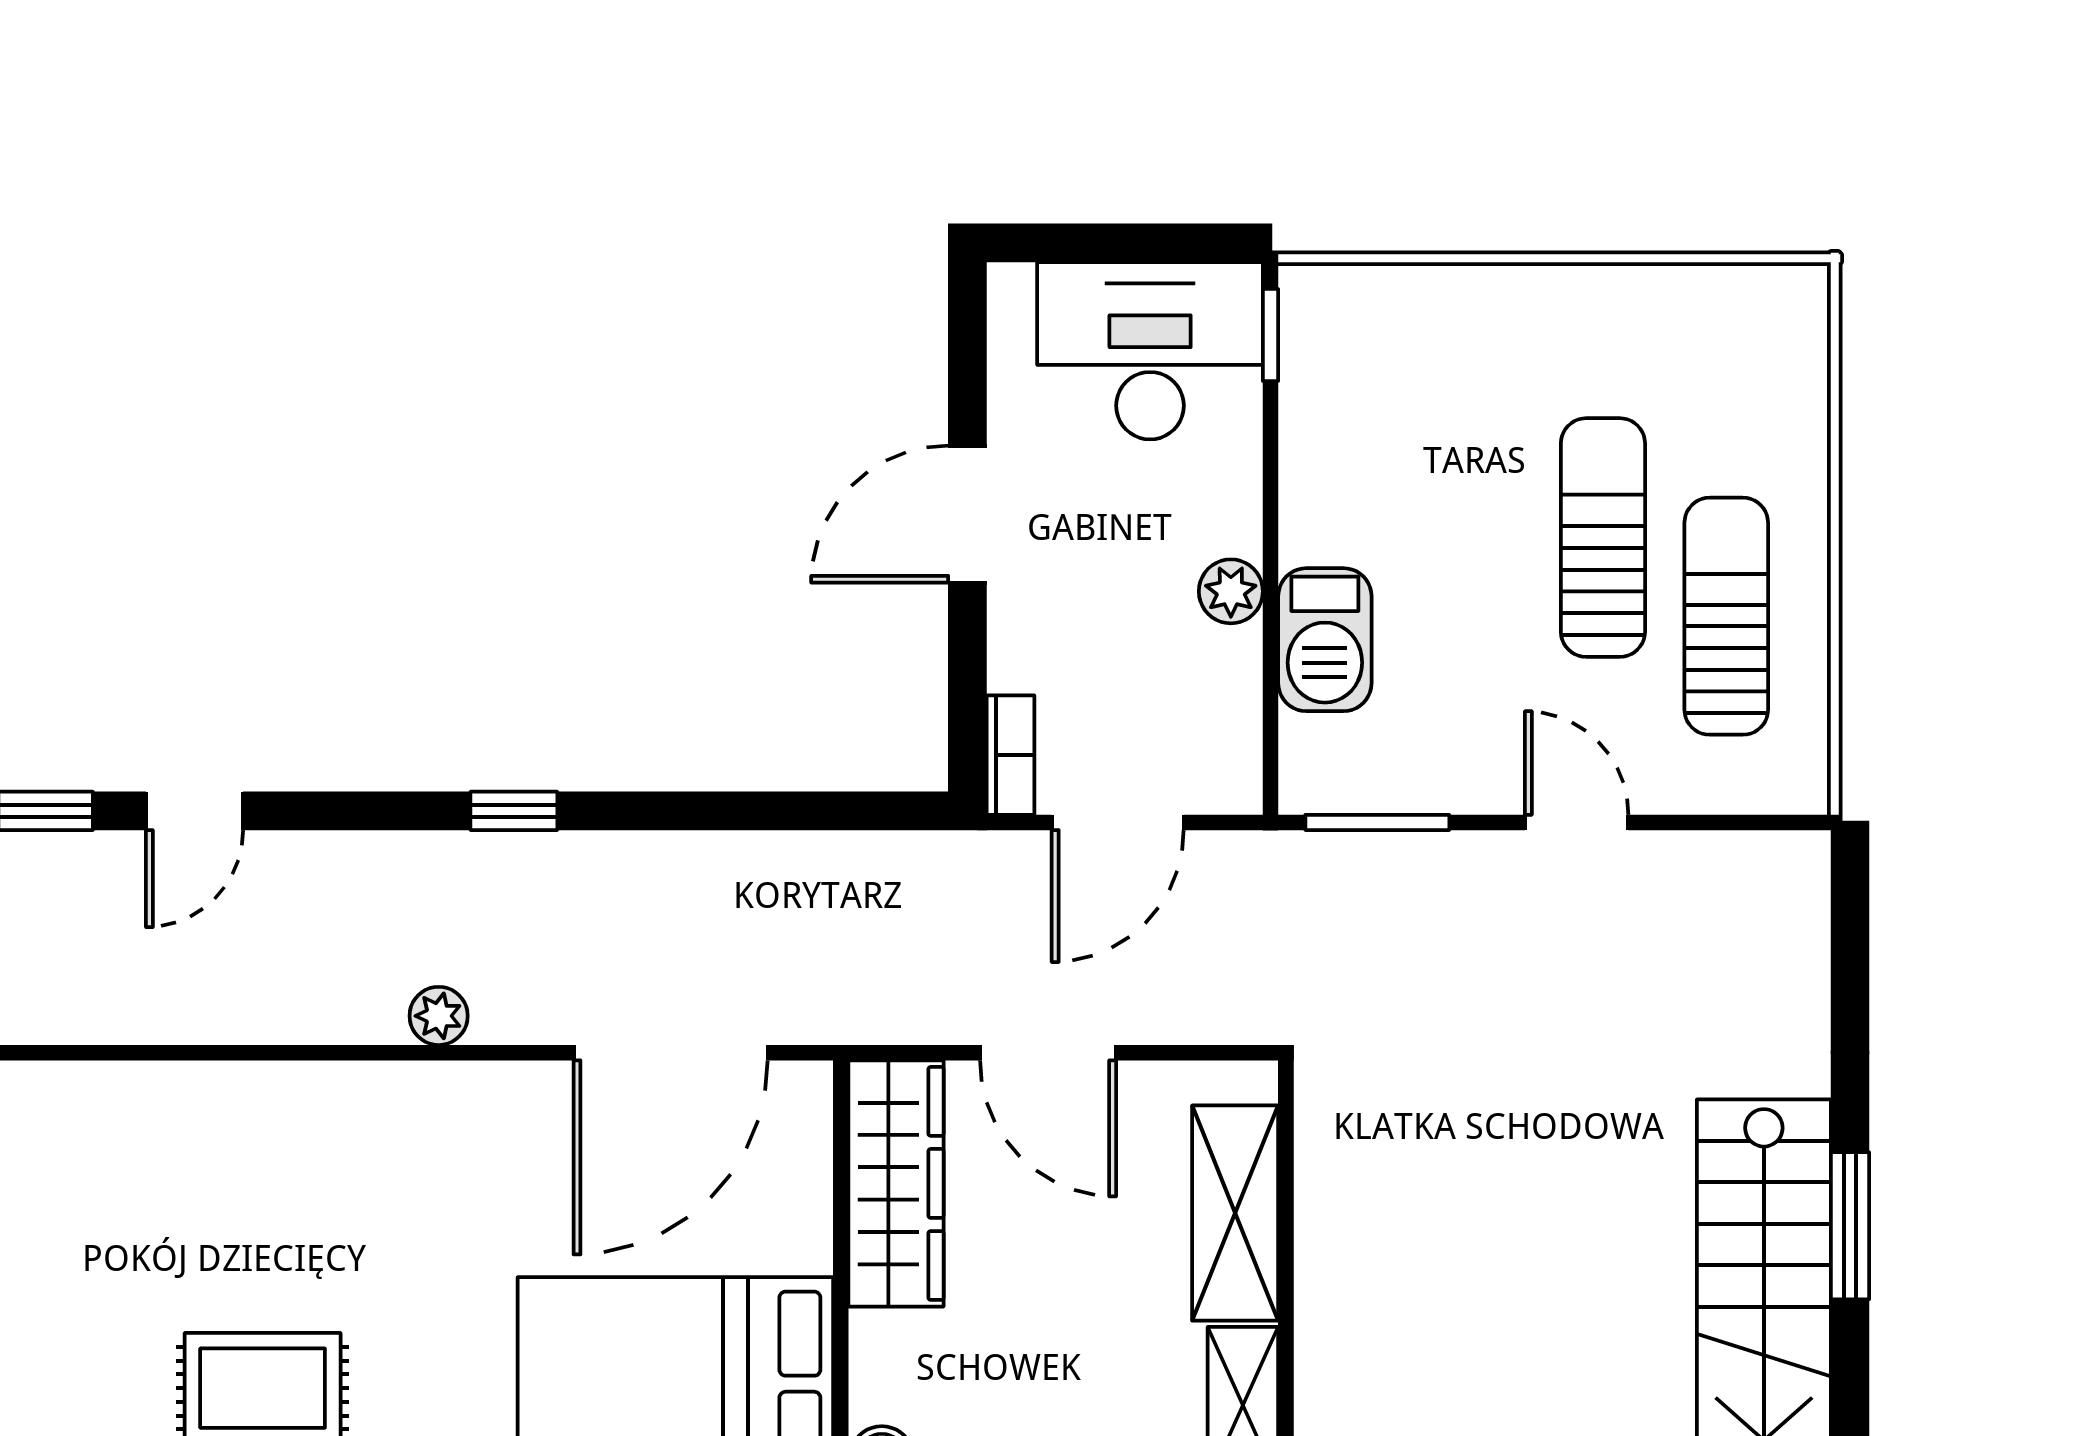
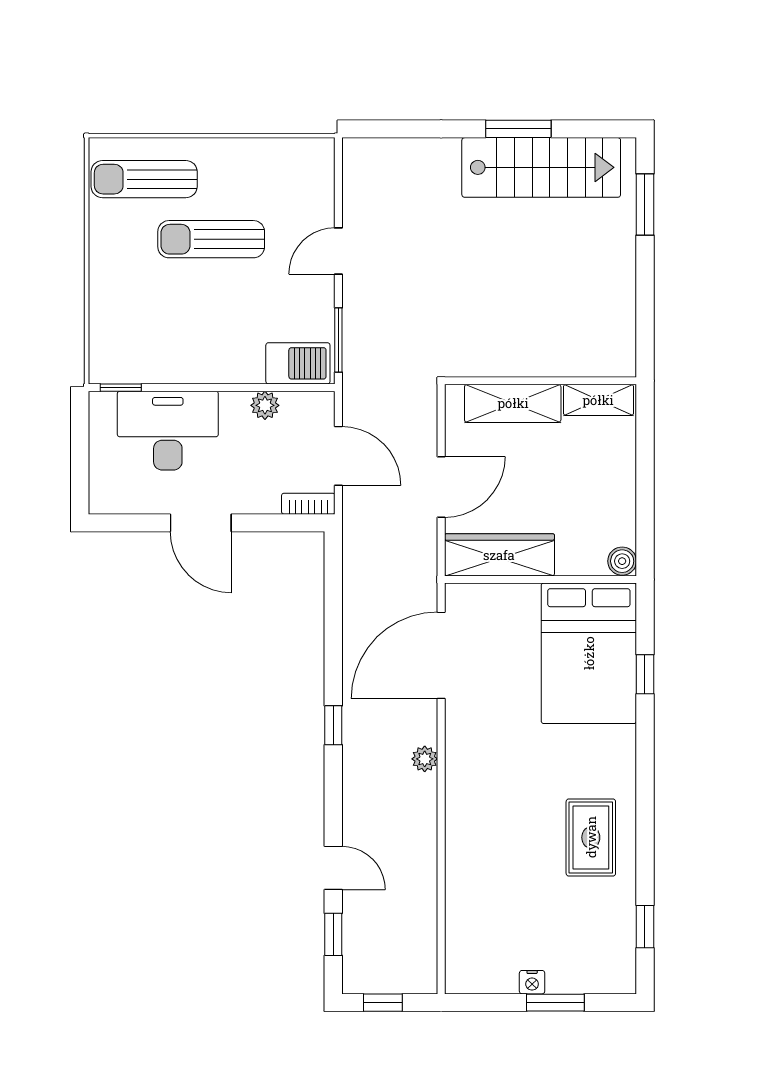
desk: (1150, 351) -> (168, 431), moved, turned 90
plant: (1231, 591) -> (265, 405), moved
sun lounger: (1726, 616) -> (144, 179), moved
barbecue: (1325, 640) -> (298, 363), moved
door: (671, 1053) -> (441, 655), swing flipped

